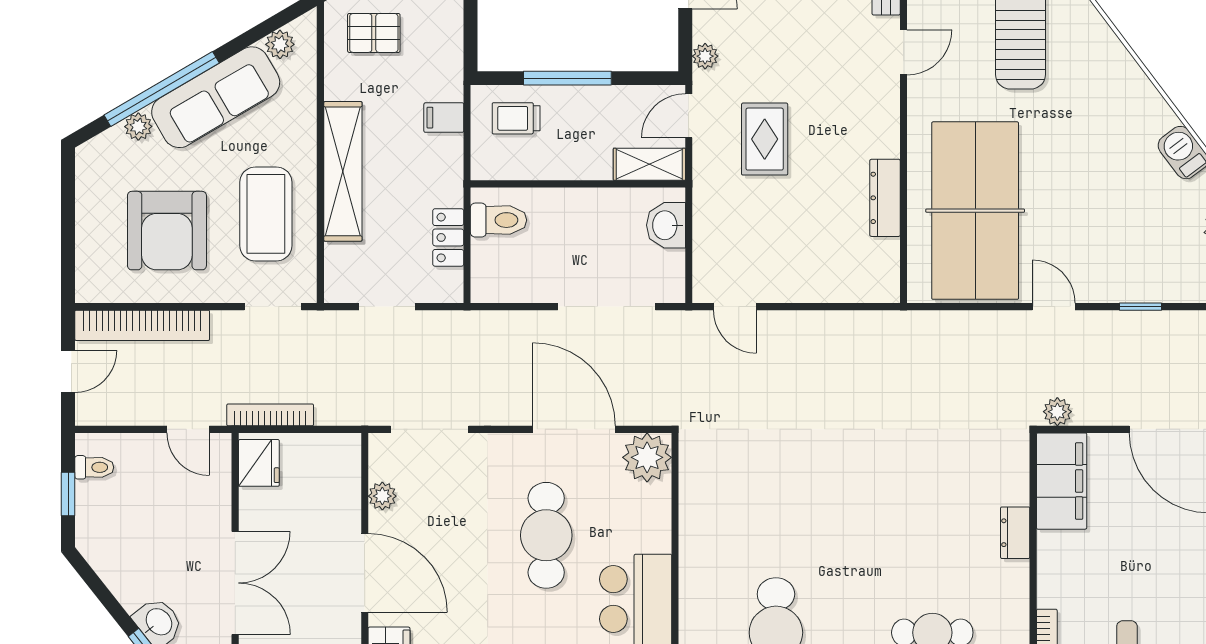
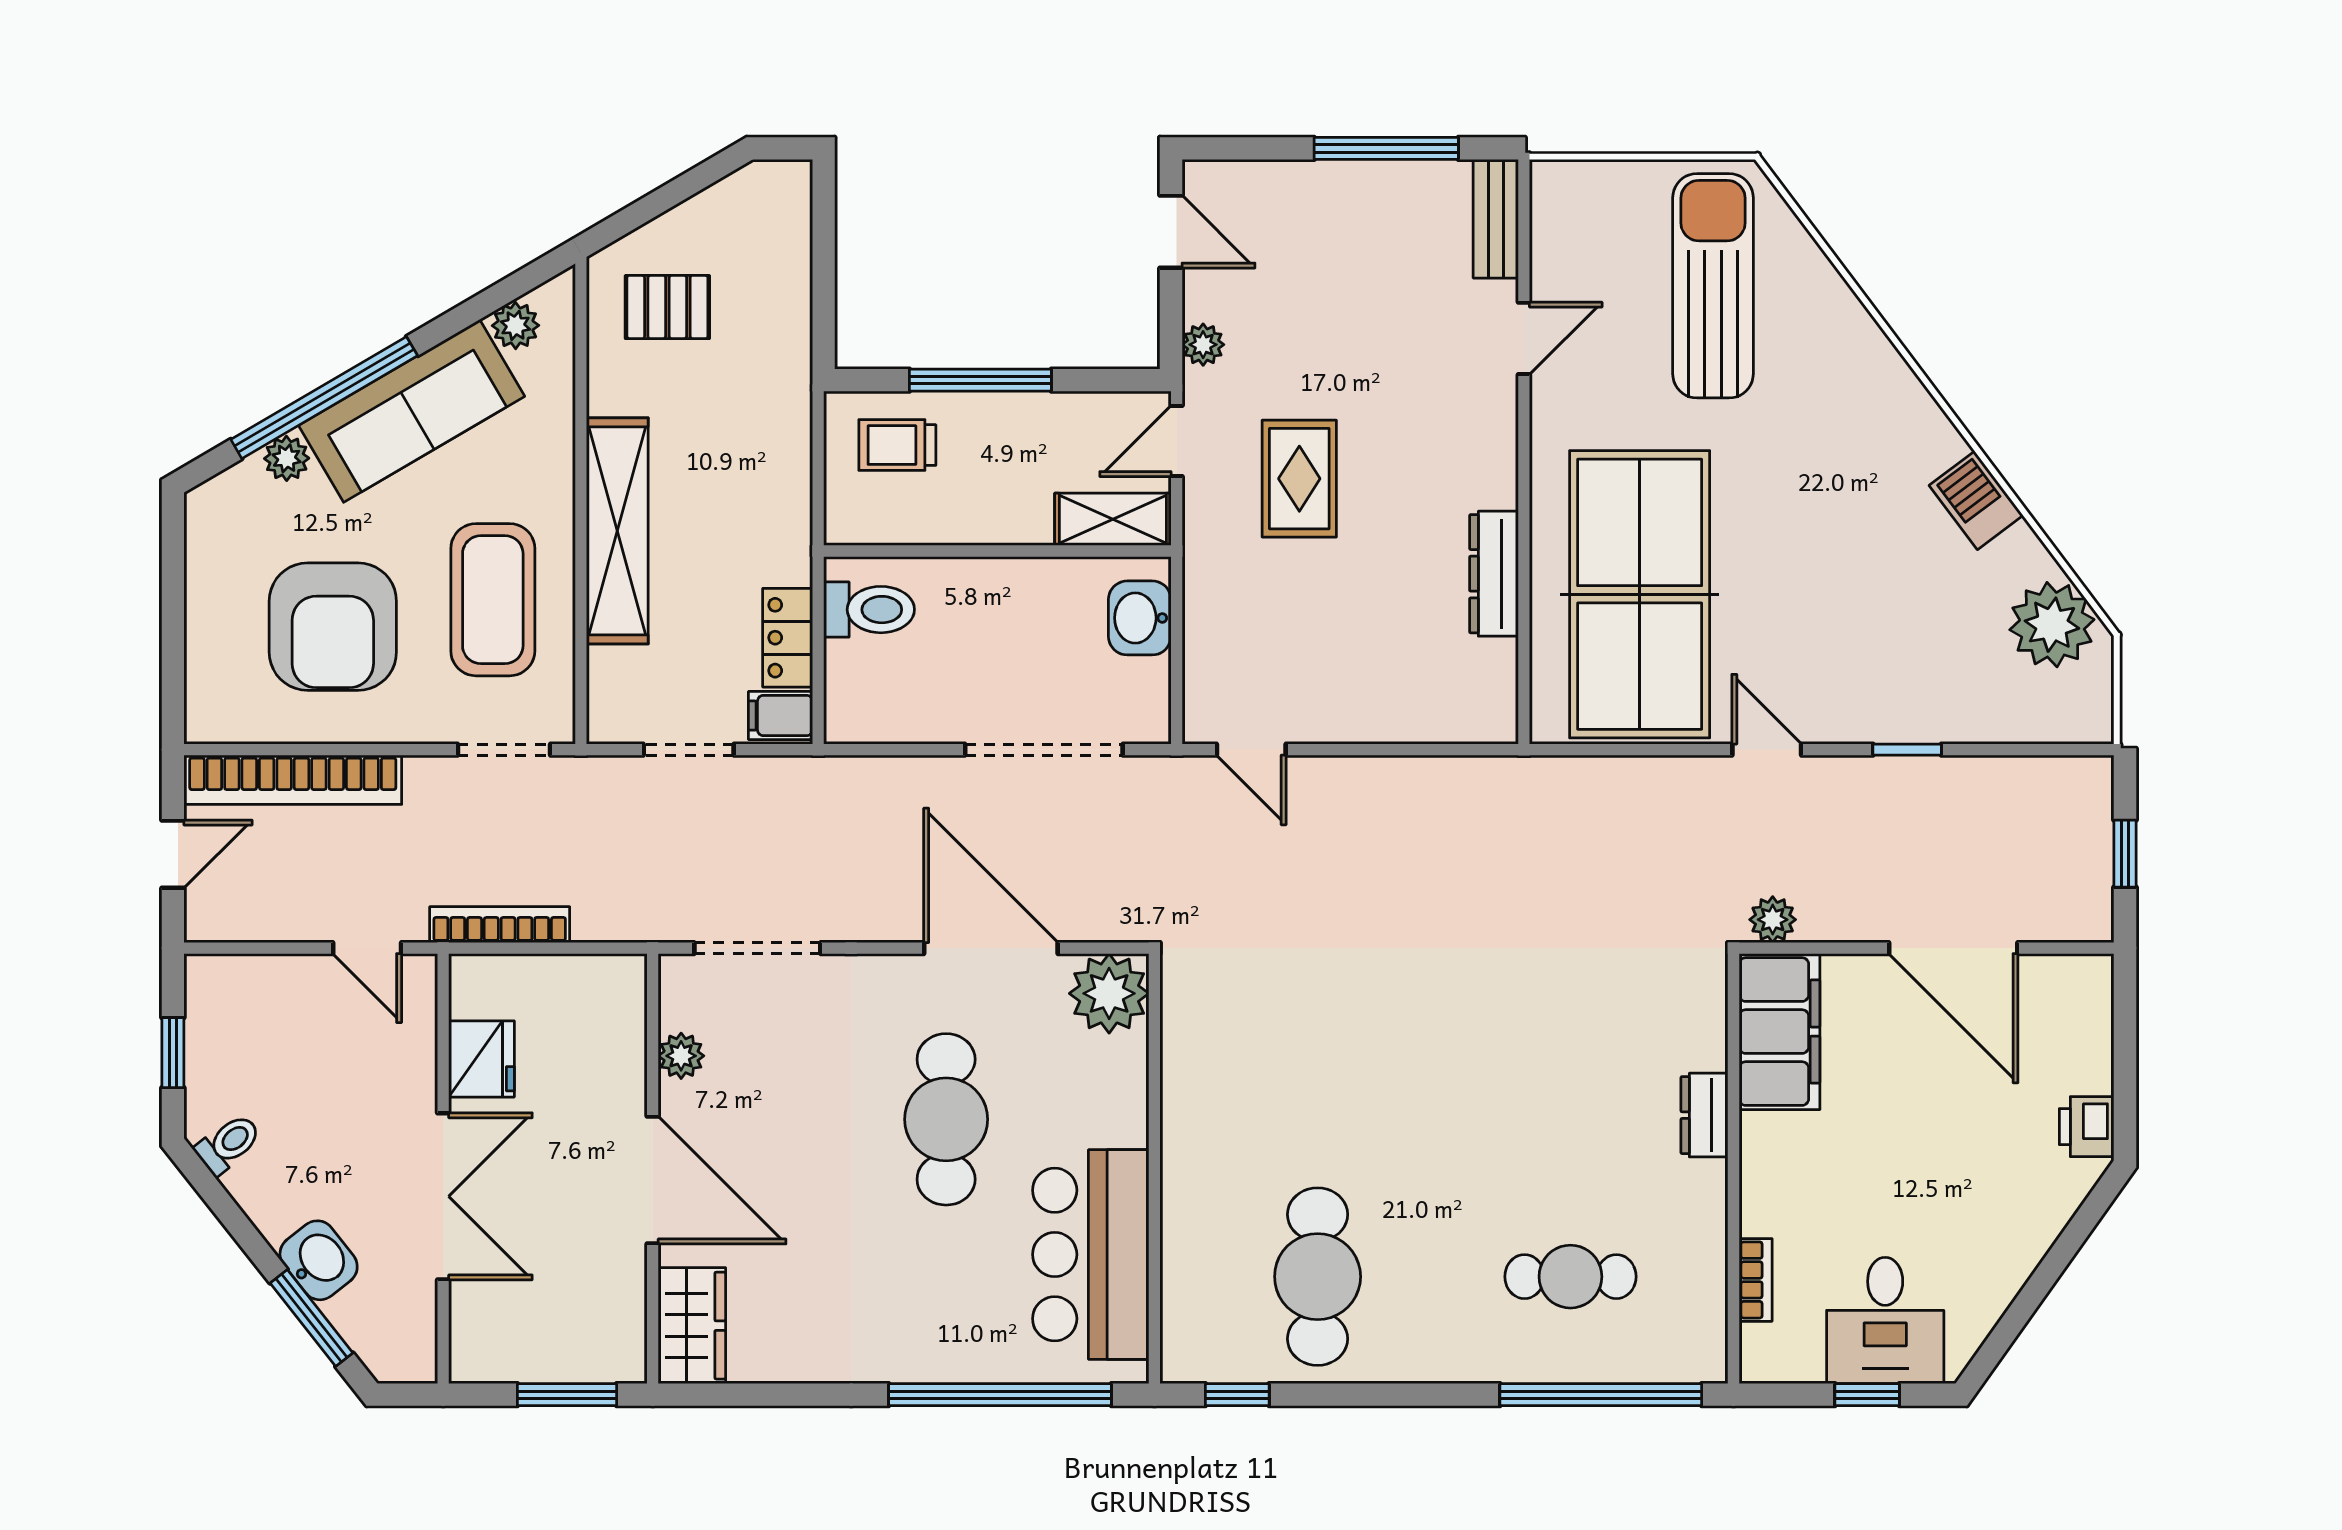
filing cabinet: (444, 118) -> (781, 716), moved
fridge: (259, 463) -> (481, 1059), moved
toilet: (94, 467) -> (228, 1144), moved, turned -38

